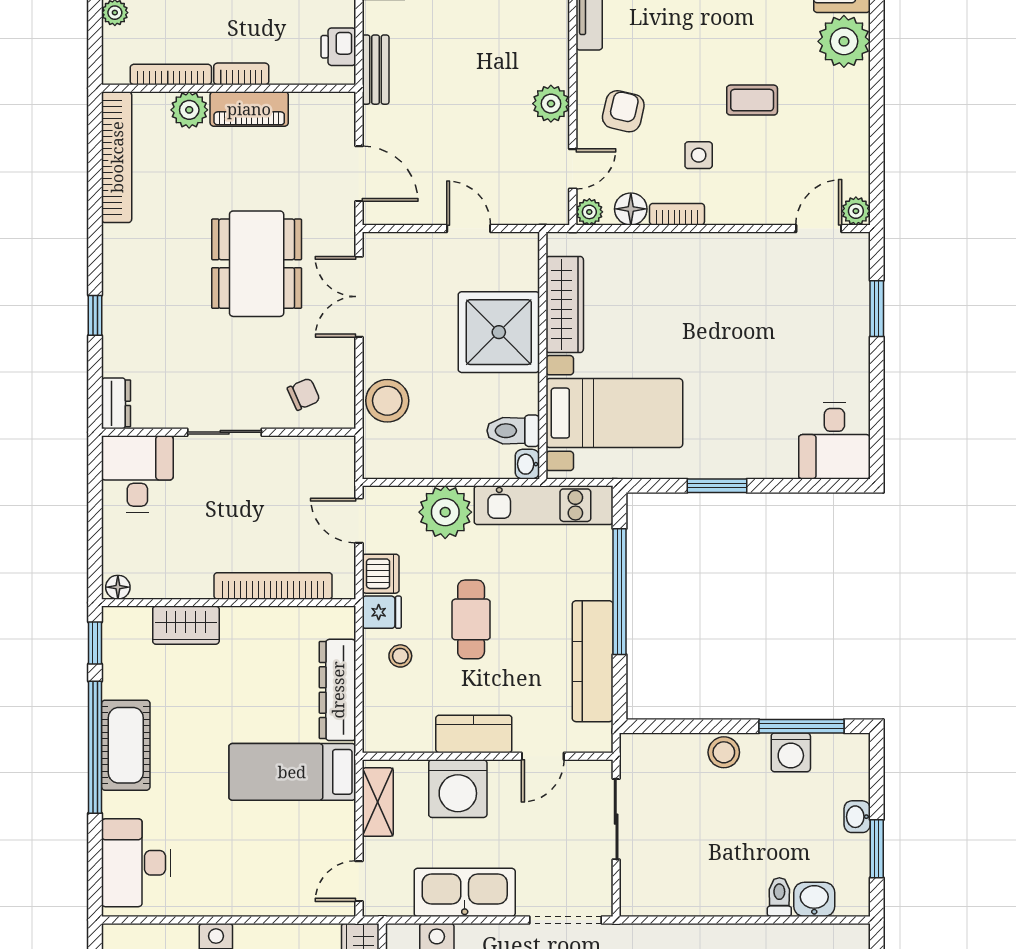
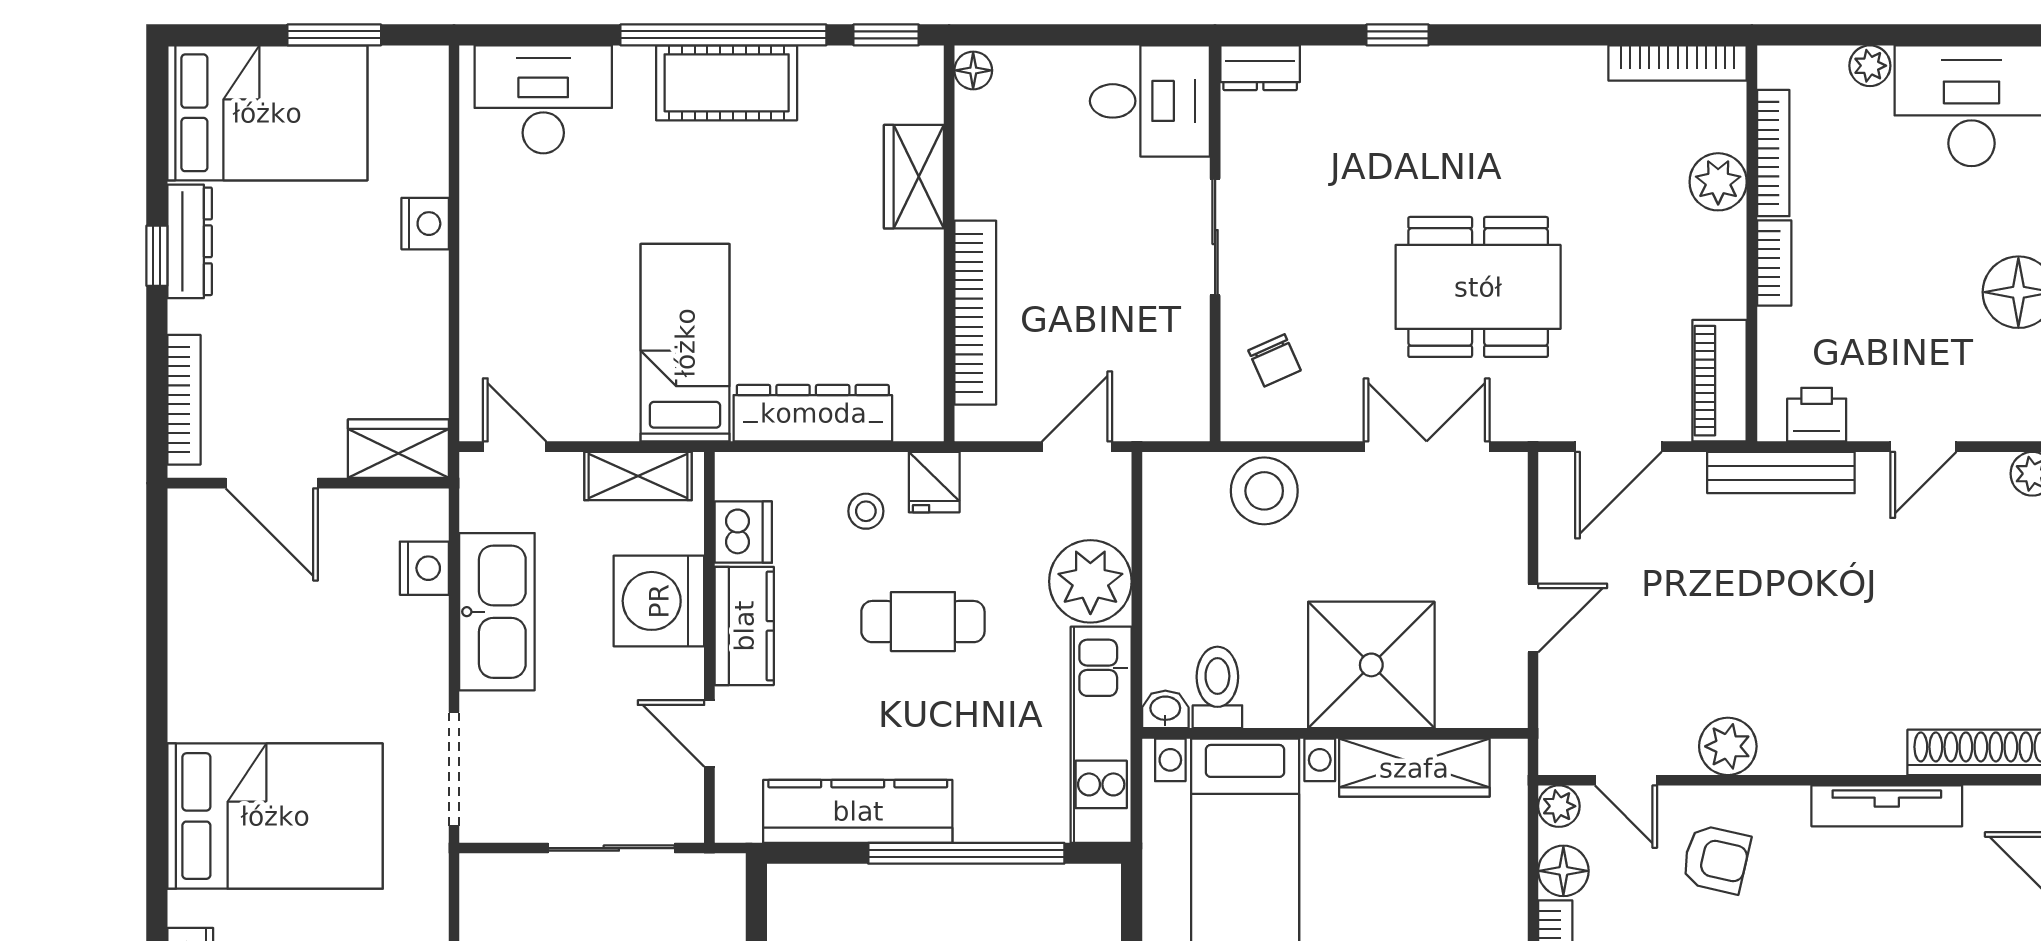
bench: (376, 70) -> (1781, 473), width x1.36
piano: (249, 109) -> (1720, 381), moved
bookcase: (117, 157) -> (1678, 63), width x0.68, depth x0.76
dishwasher: (381, 574) -> (743, 532), moved, turned -90

